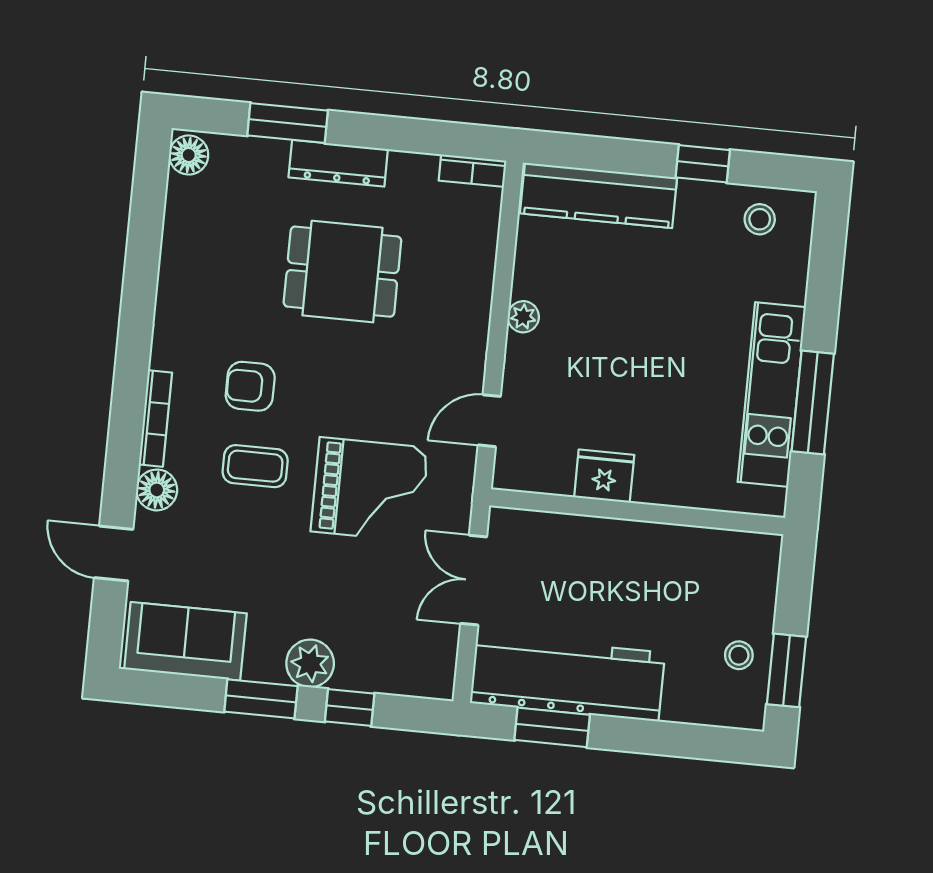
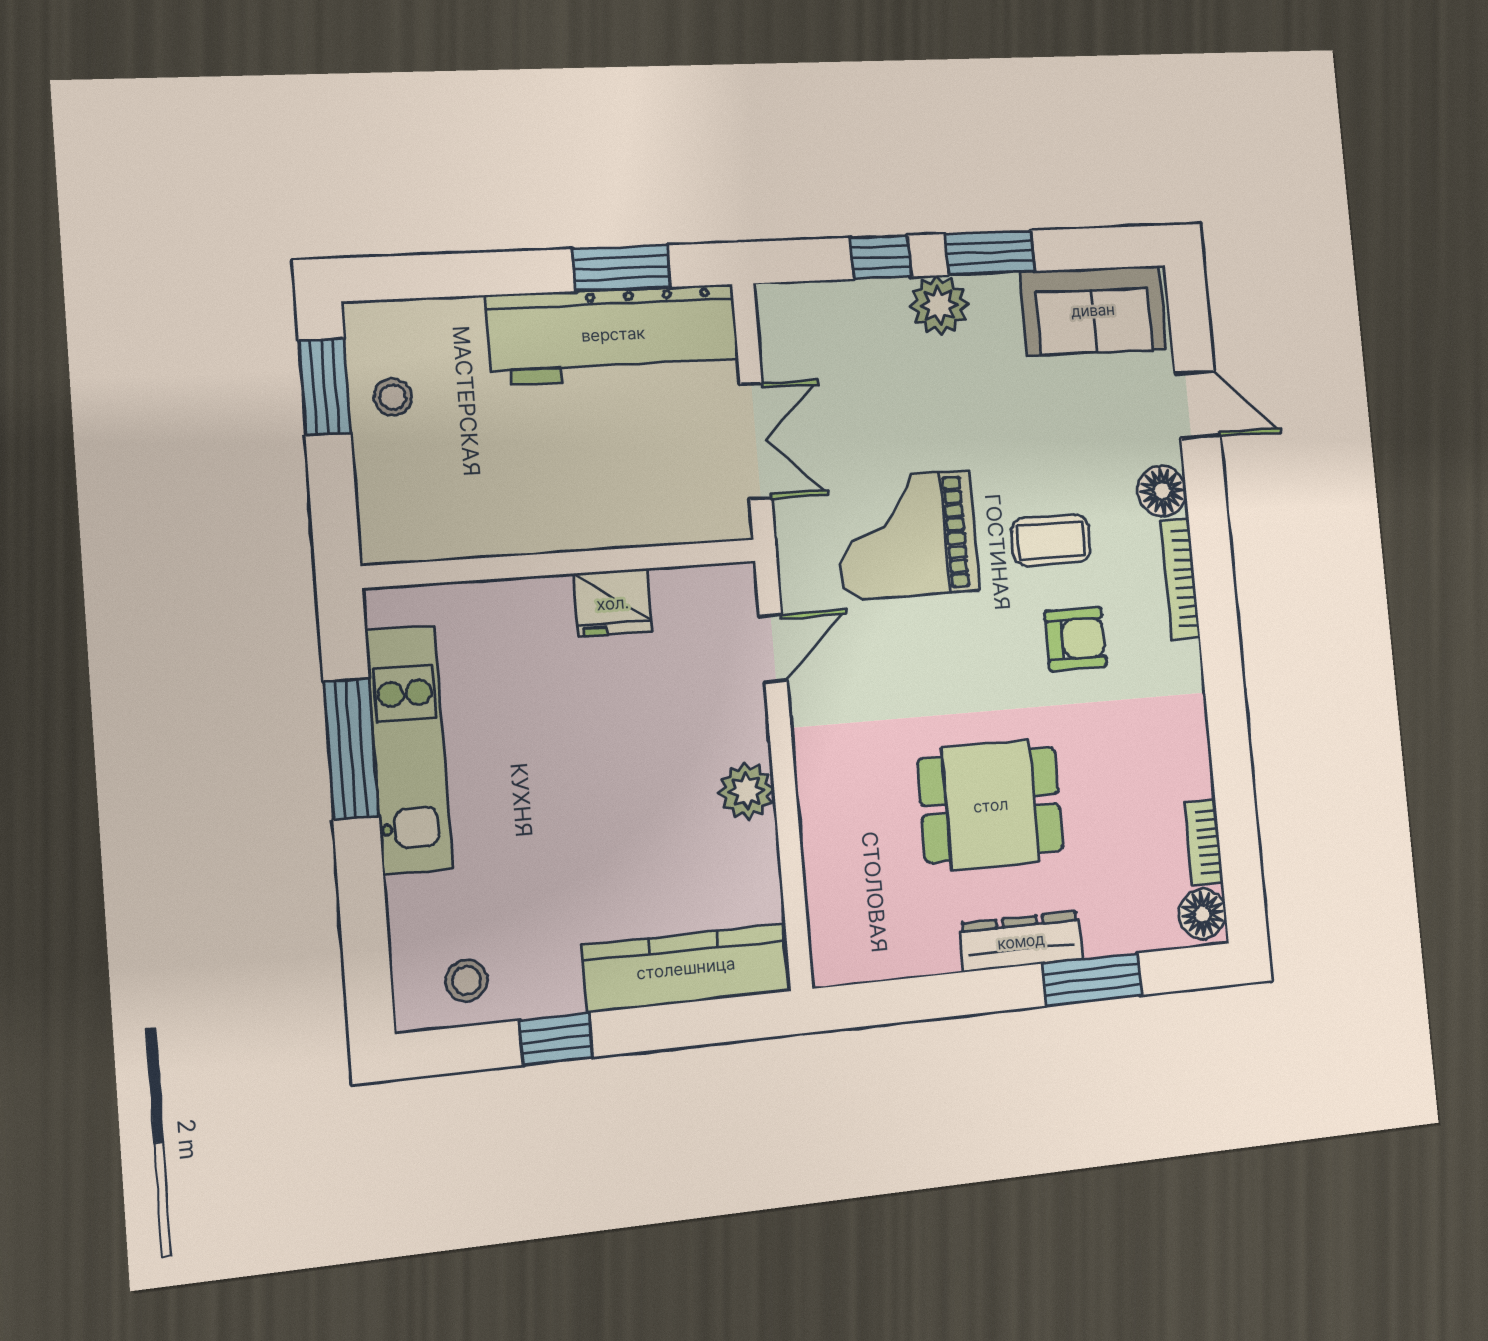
bookcase: (473, 171) -> (1204, 843), moved, turned -90
plant: (523, 317) -> (747, 791), width x1.38, depth x1.38

